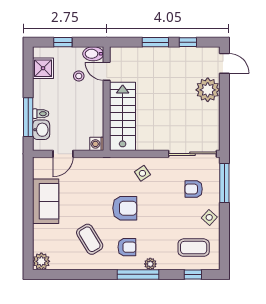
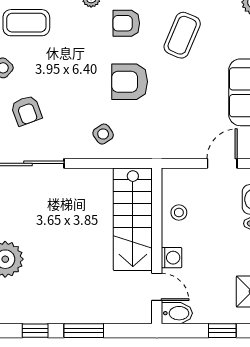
stool: (79, 76) -> (179, 213), moved
washing machine: (97, 144) -> (171, 258), moved
armchair: (194, 189) -> (26, 110), turned 70
coffee table: (90, 239) -> (182, 35), turned 54

